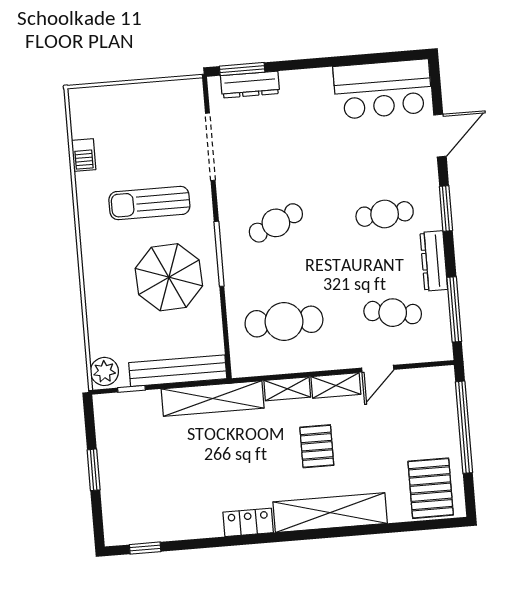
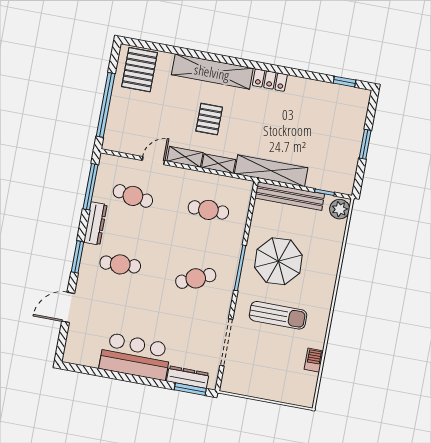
bar counter: (383, 89) -> (135, 356), moved
cafe table: (284, 322) -> (208, 210), width x0.73, depth x0.74

